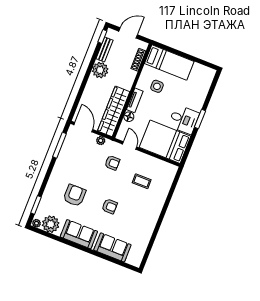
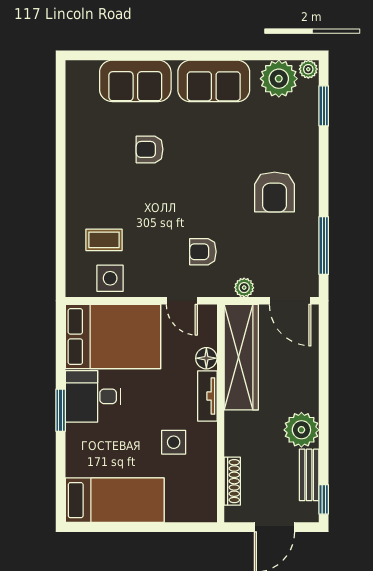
bed: (169, 62) -> (115, 500), moved, turned 180
side table: (157, 167) -> (110, 278), added
coffee table: (142, 181) -> (104, 240), moved
armchair: (75, 195) -> (275, 192), moved
armchair: (110, 206) -> (150, 149), moved

